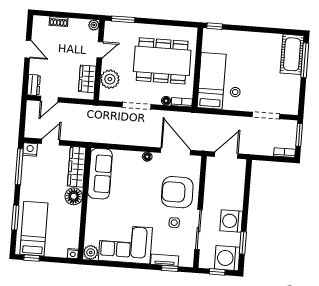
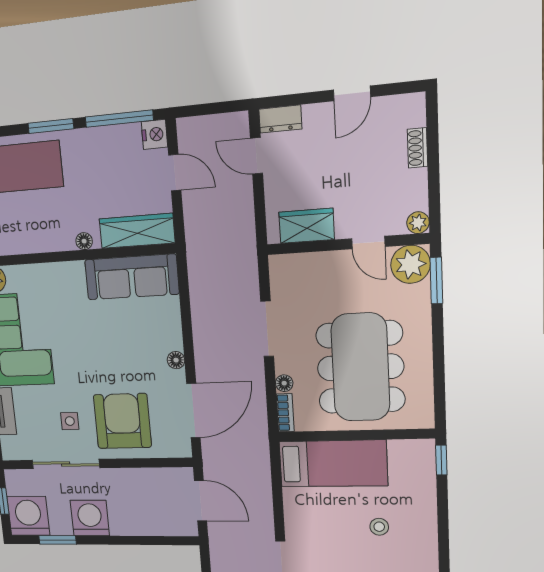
plant: (110, 79) -> (411, 264), moved
stool: (235, 92) -> (379, 527), moved
floor lamp: (74, 196) -> (84, 241), width x0.53, depth x0.53
window: (15, 218) -> (51, 126), moved

